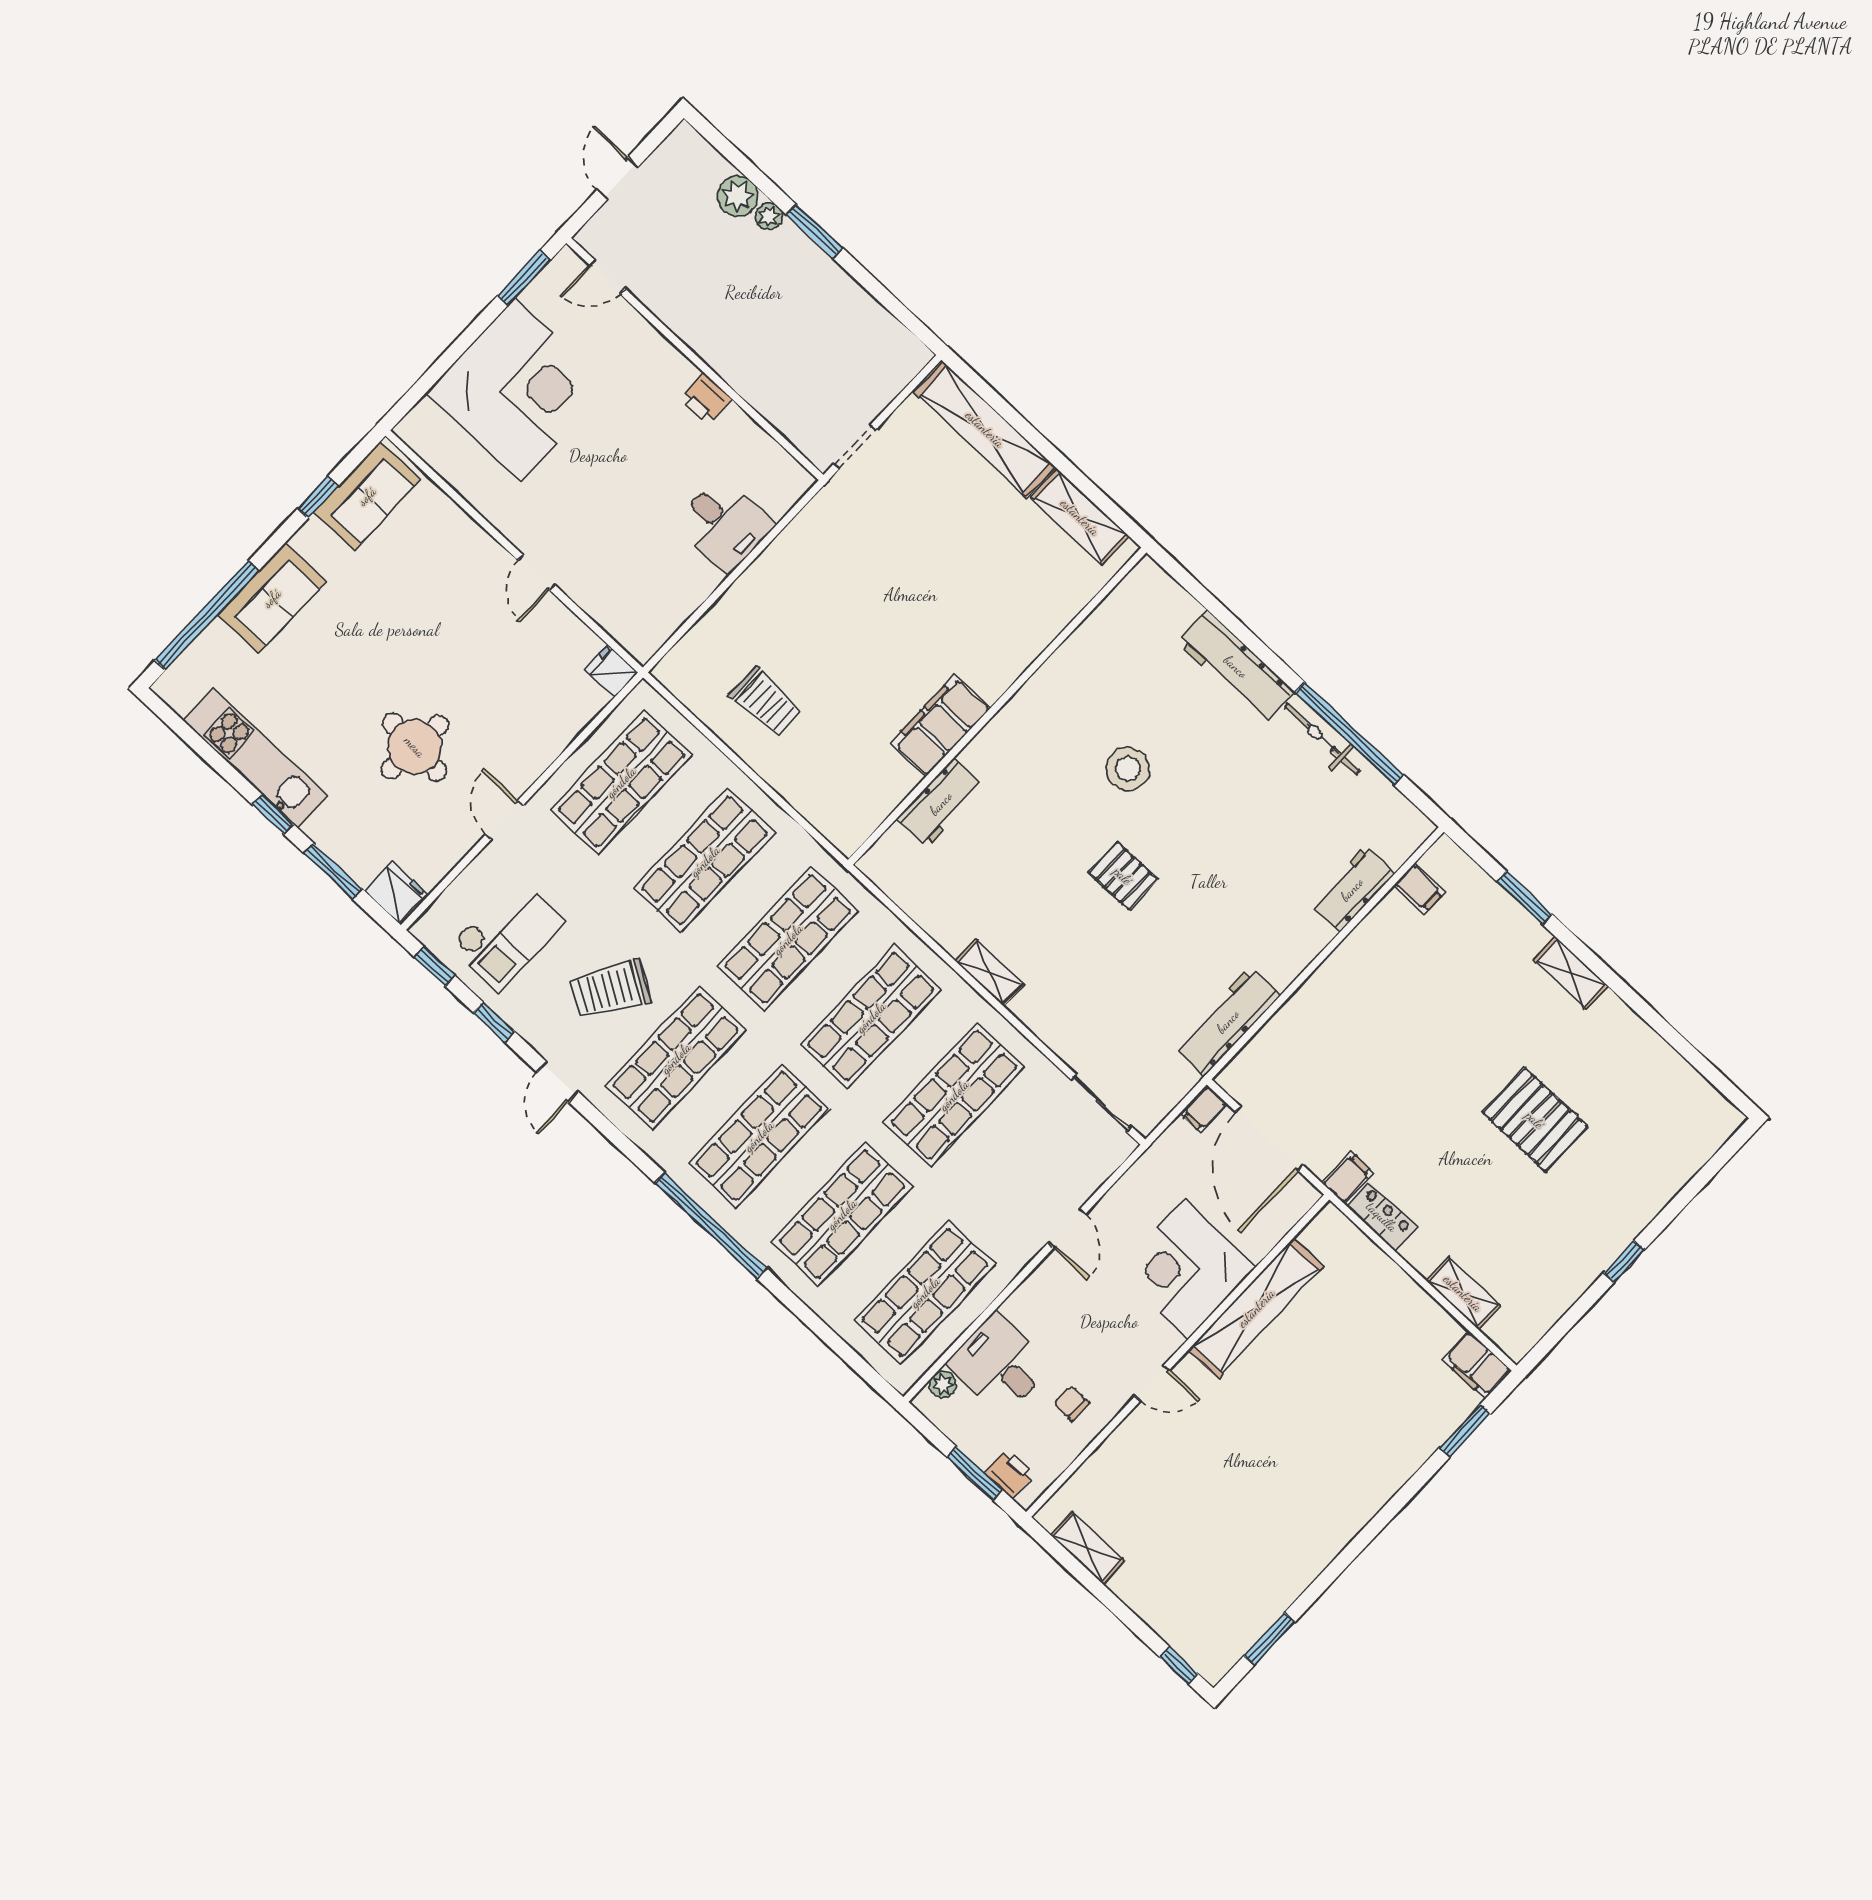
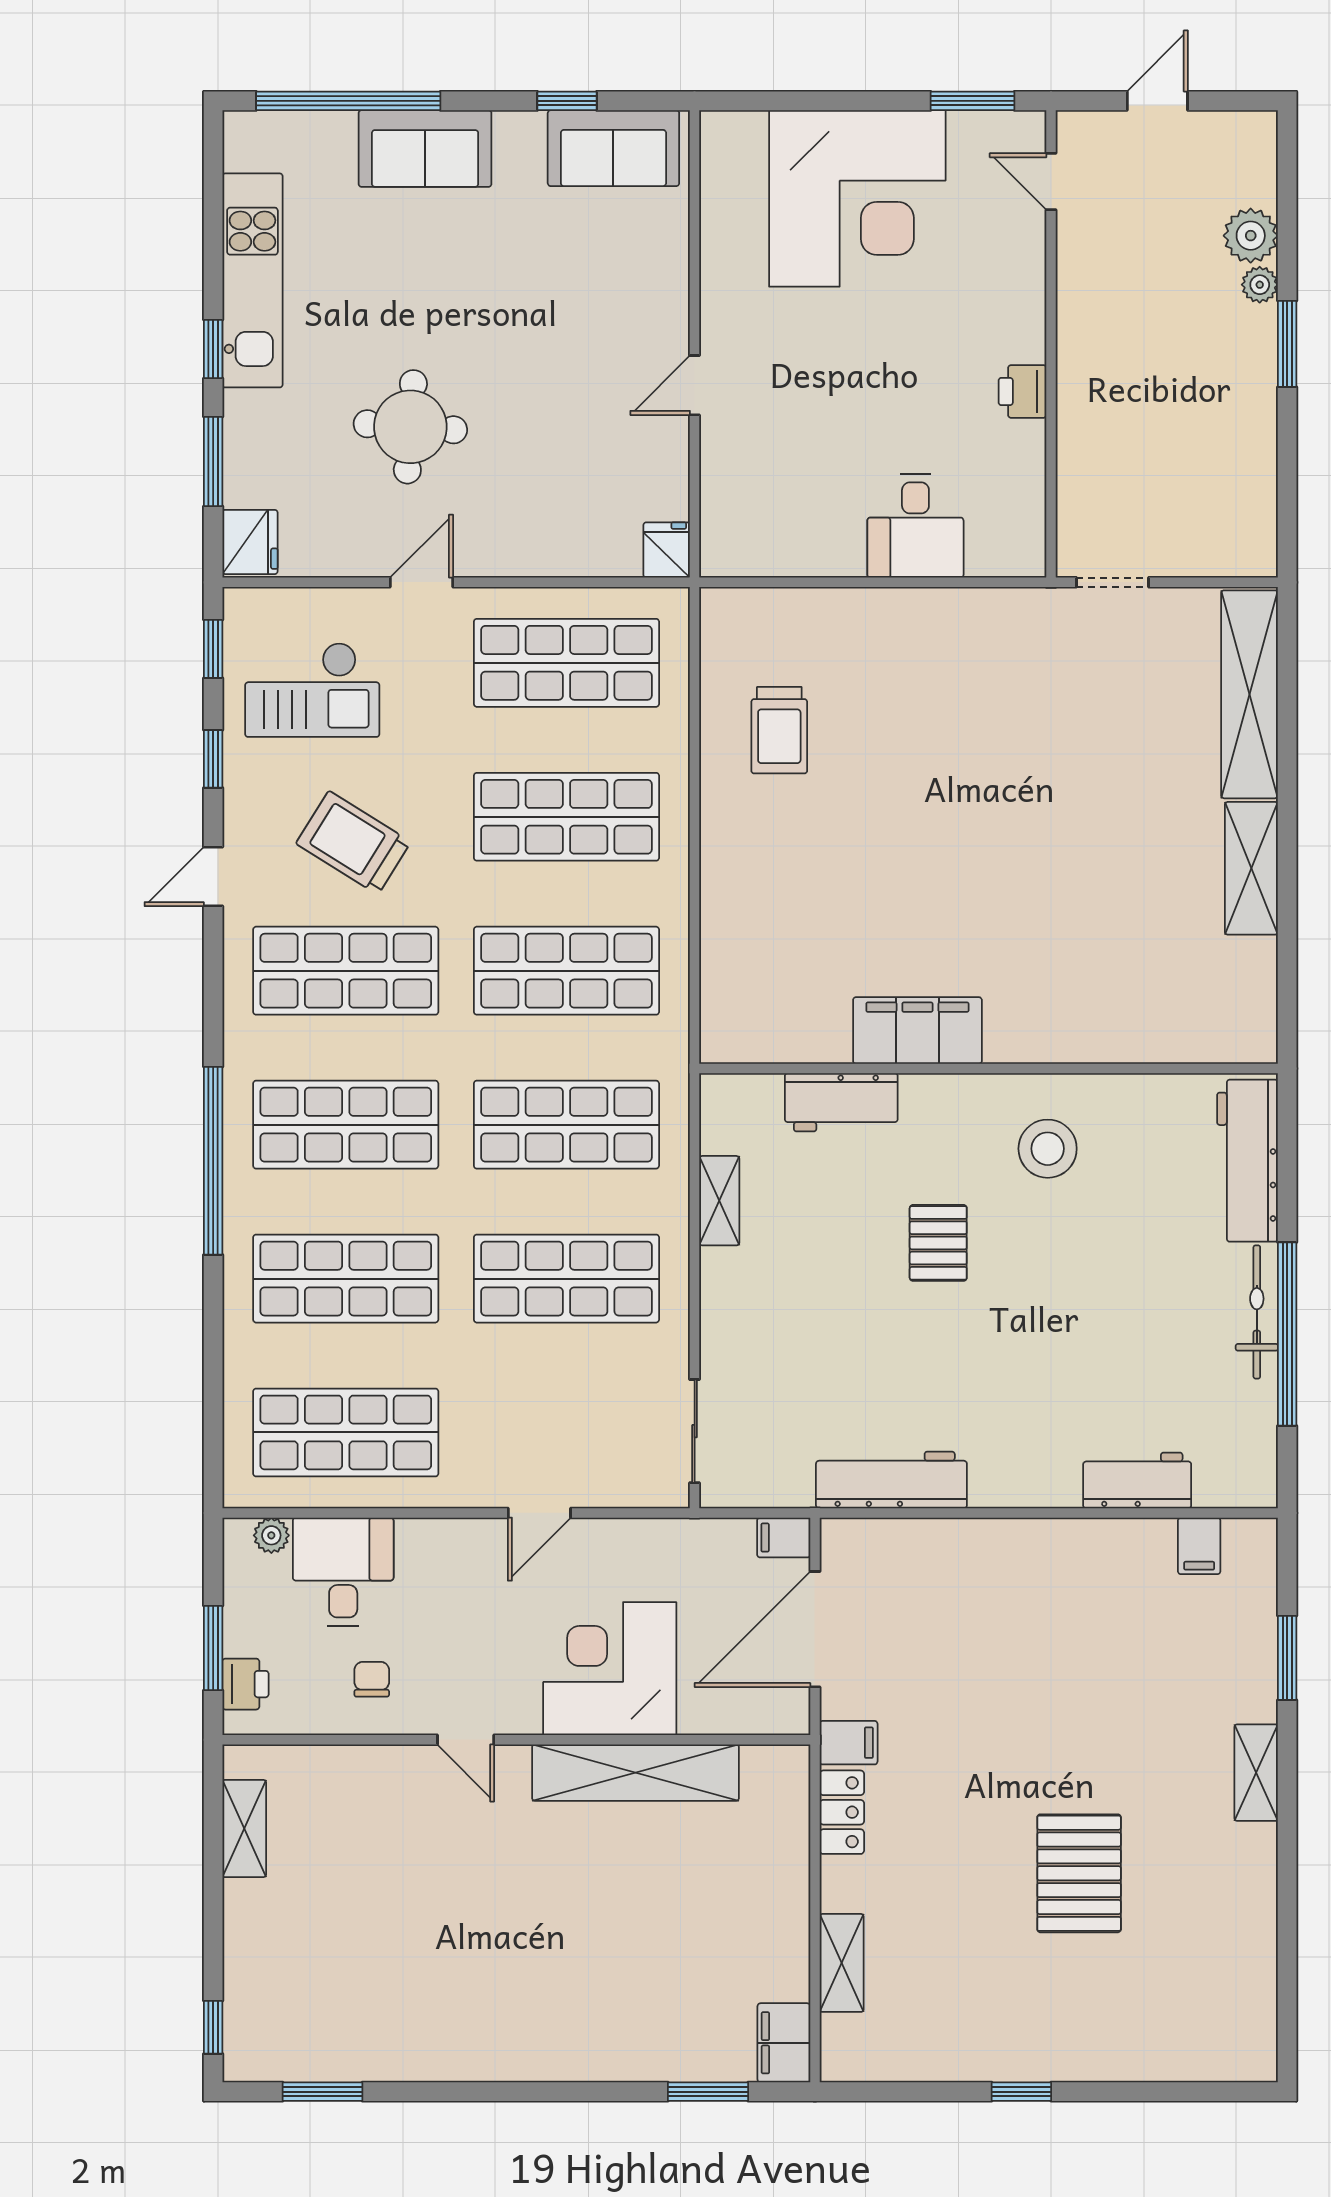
wall: (997, 706) -> (989, 1068), moved
filing cabinet: (940, 725) -> (917, 1030), moved
workbench: (941, 803) -> (841, 1102), moved

